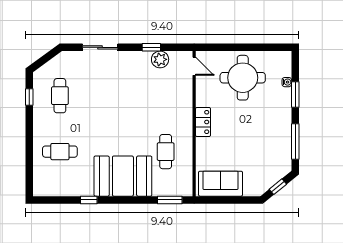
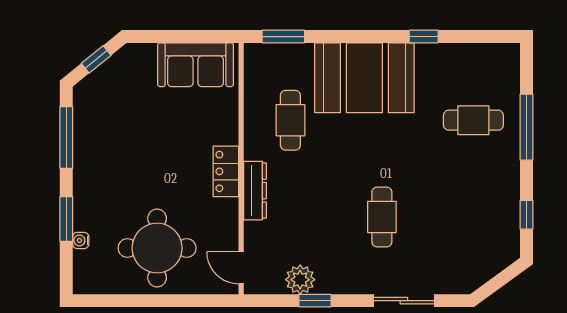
cafe table: (60, 96) -> (382, 217), moved
dresser: (186, 111) -> (255, 191), added
window: (29, 148) -> (527, 127), added

